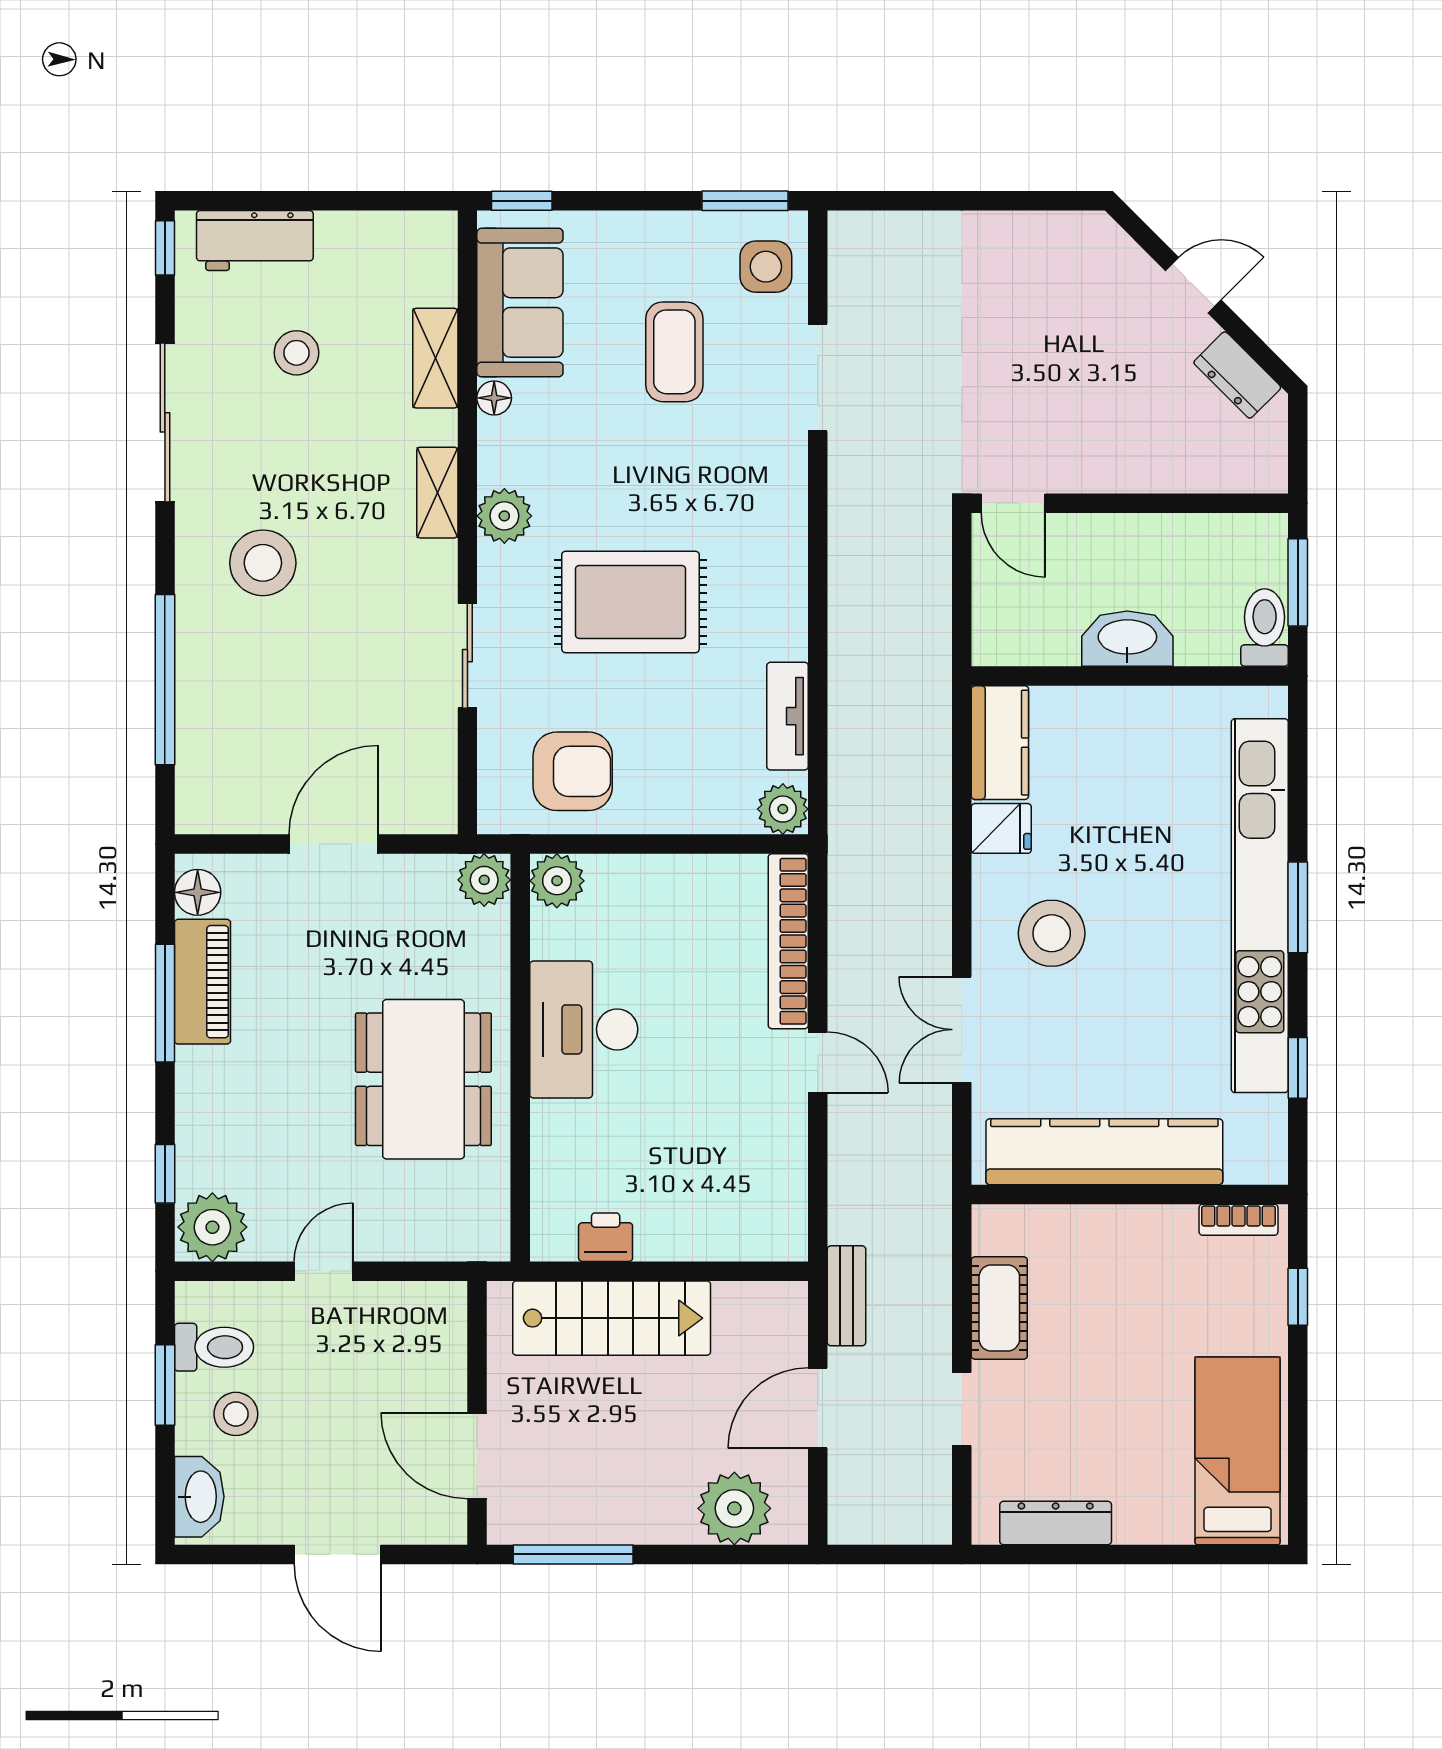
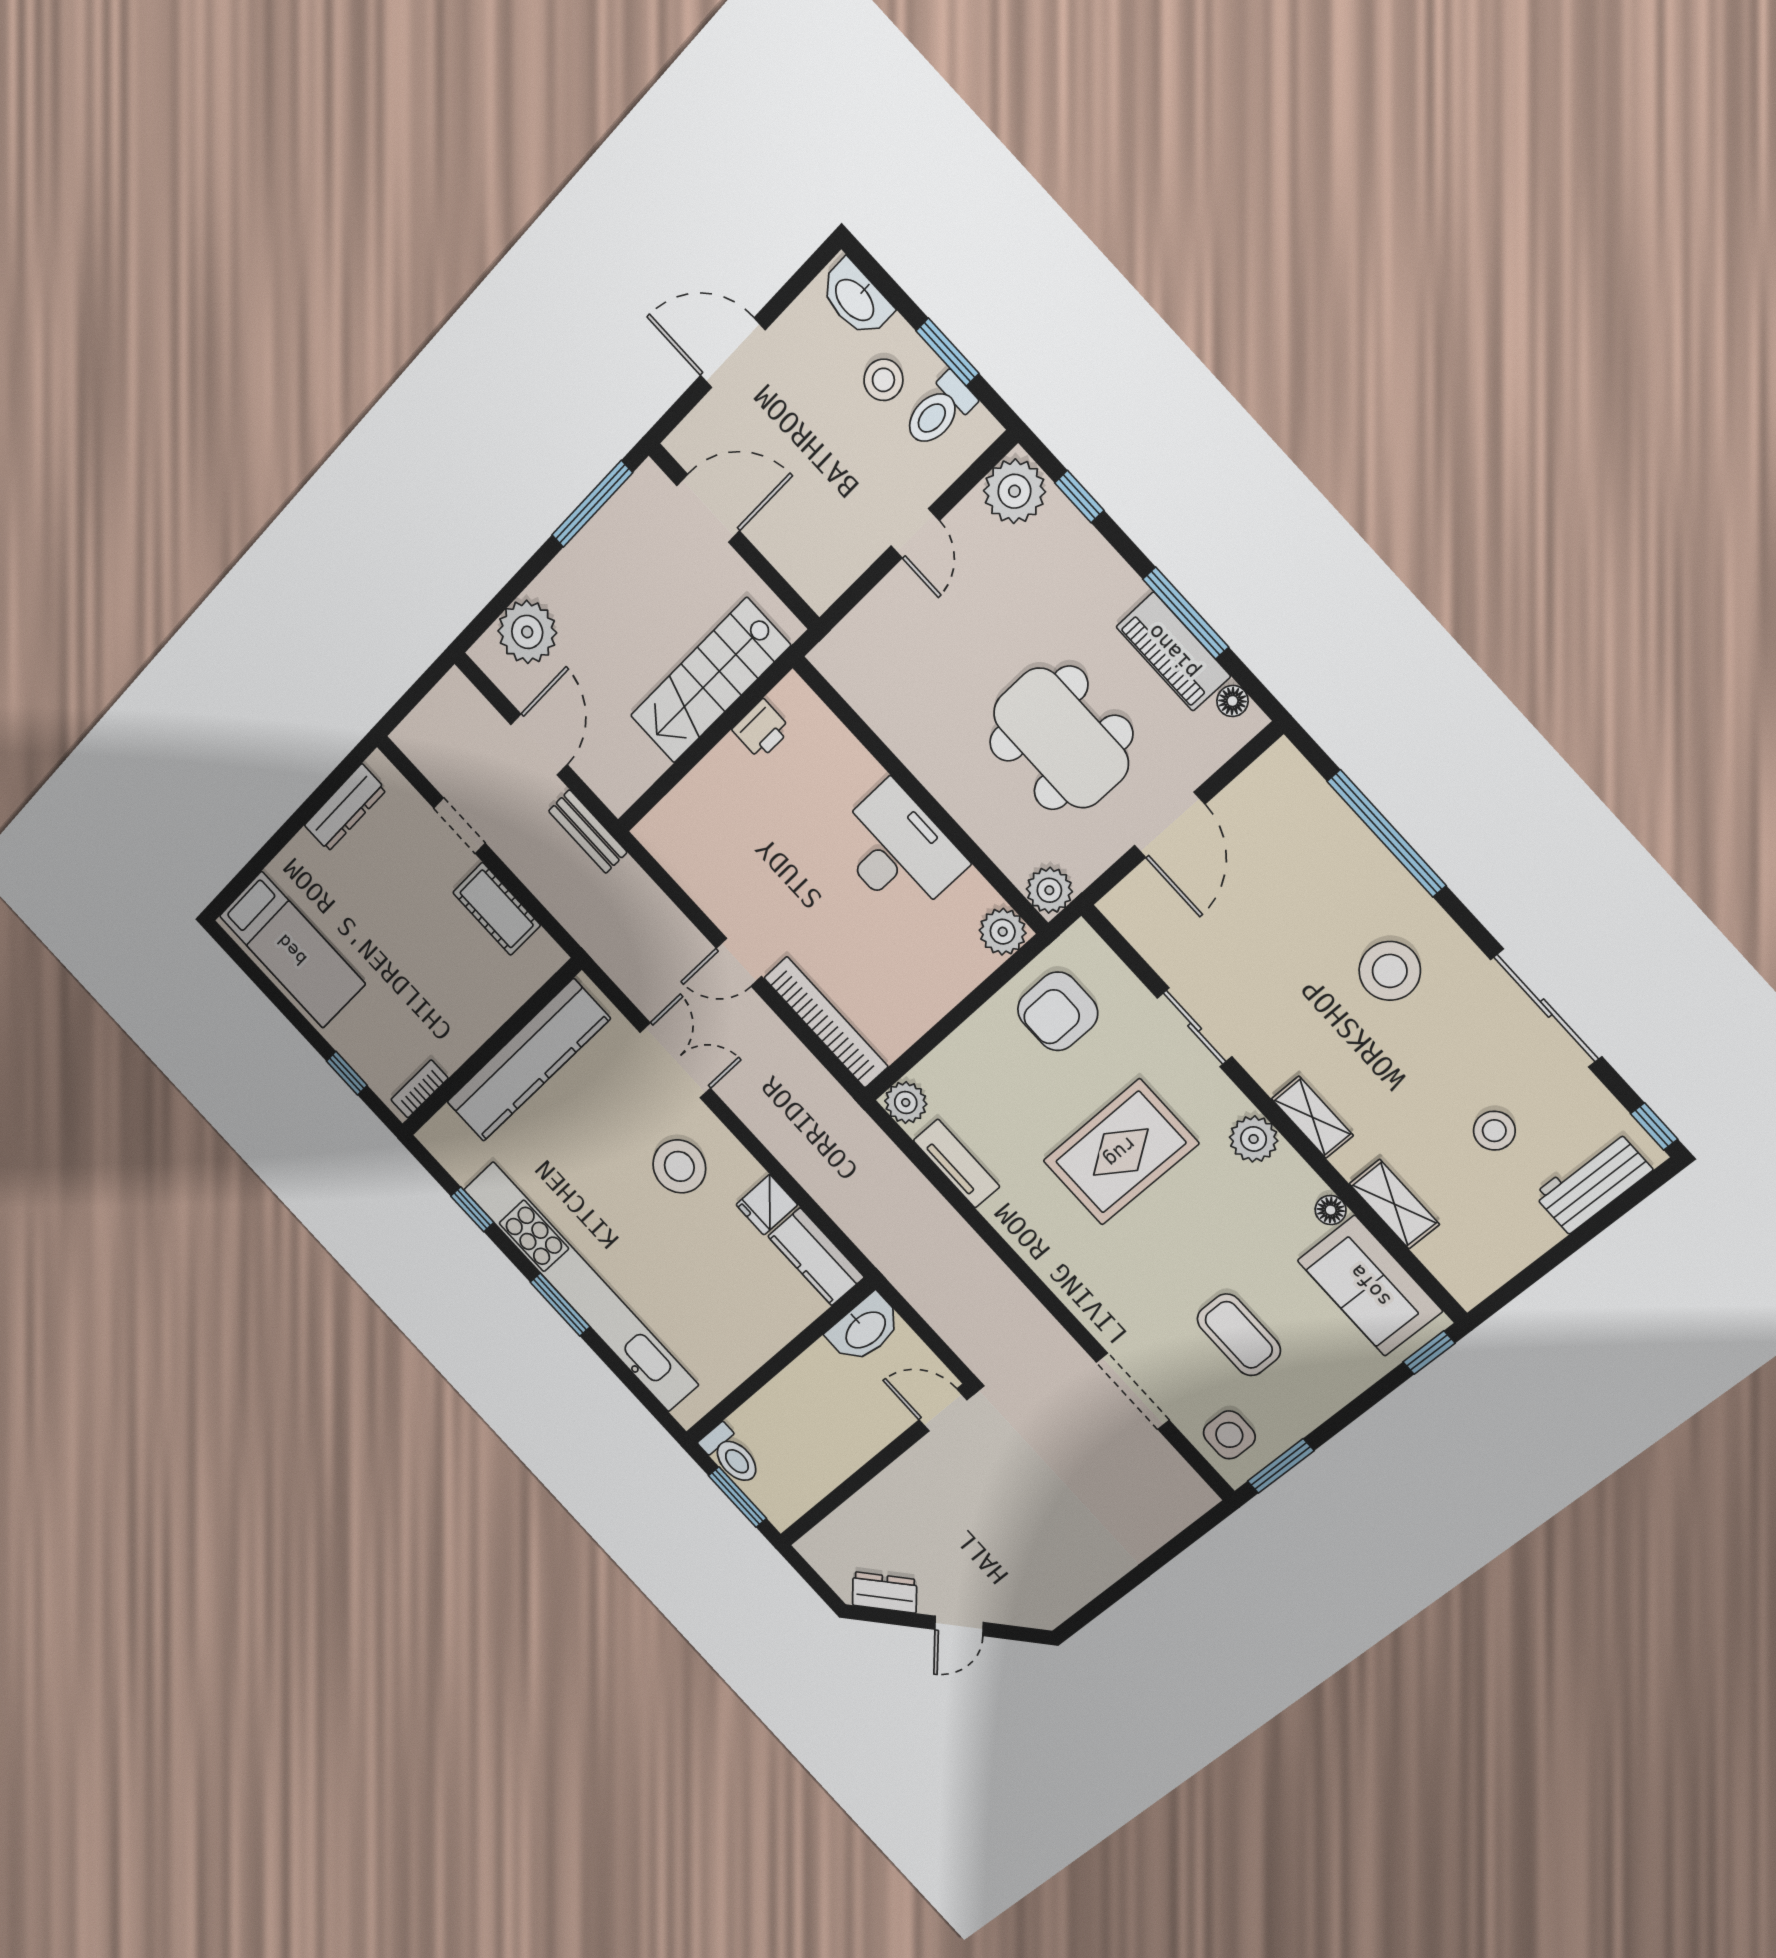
washbasin: (1127, 639) -> (865, 1329), moved
floor lamp: (198, 892) -> (1232, 701), width x0.73, depth x0.73
dining table: (423, 1079) -> (1061, 738), moved

